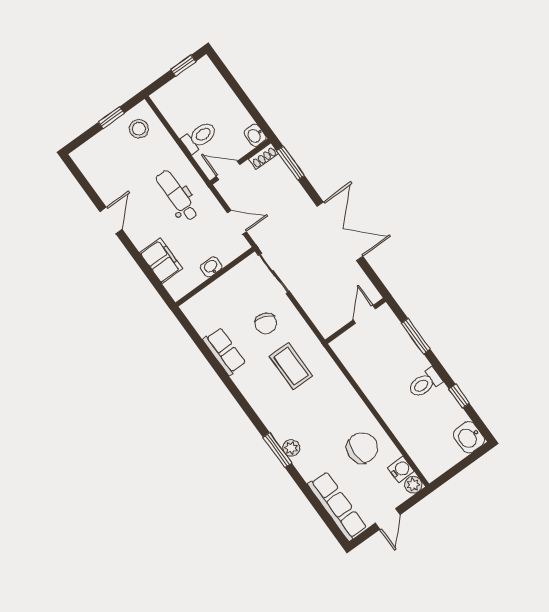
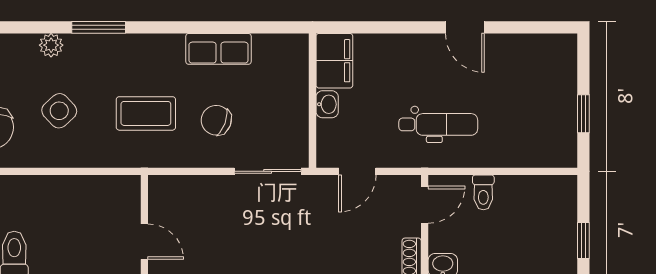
stool: (139, 129) -> (547, 136), removed
toilet: (199, 137) -> (483, 192), width x0.73, depth x0.72
filing cabinet: (161, 261) -> (334, 61), moved, turned -90
side table: (325, 416) -> (59, 111), added
window: (277, 450) -> (99, 27), moved

